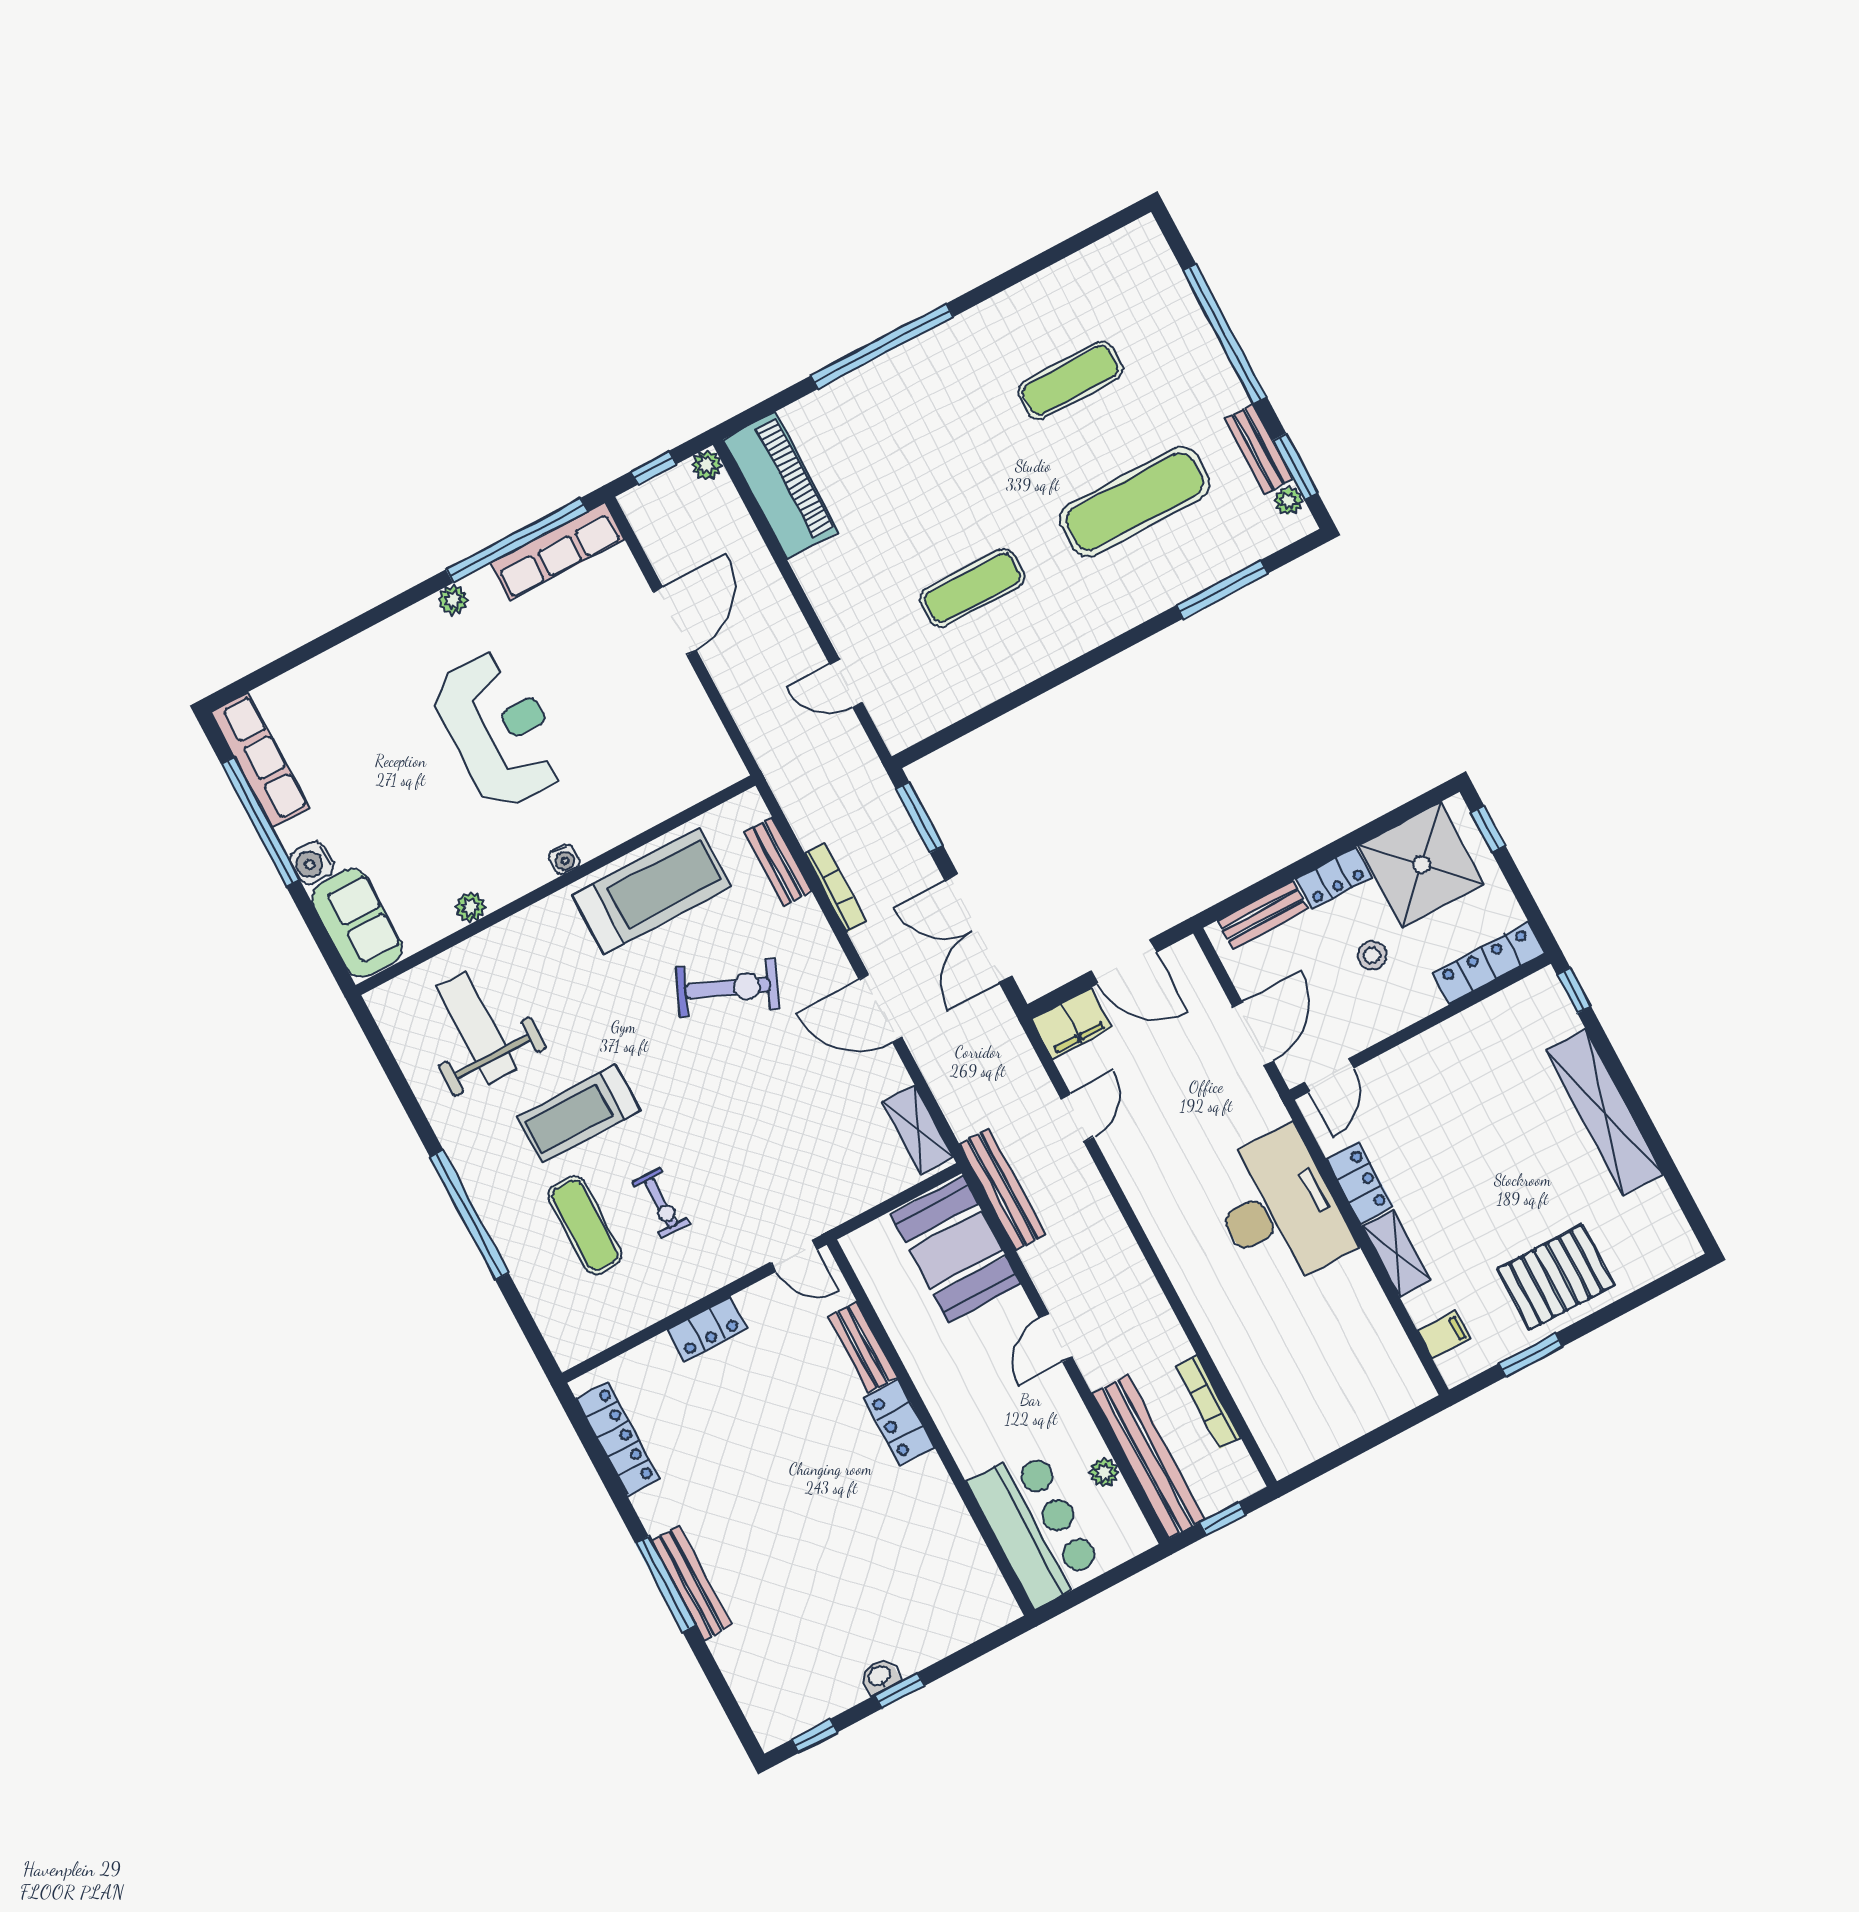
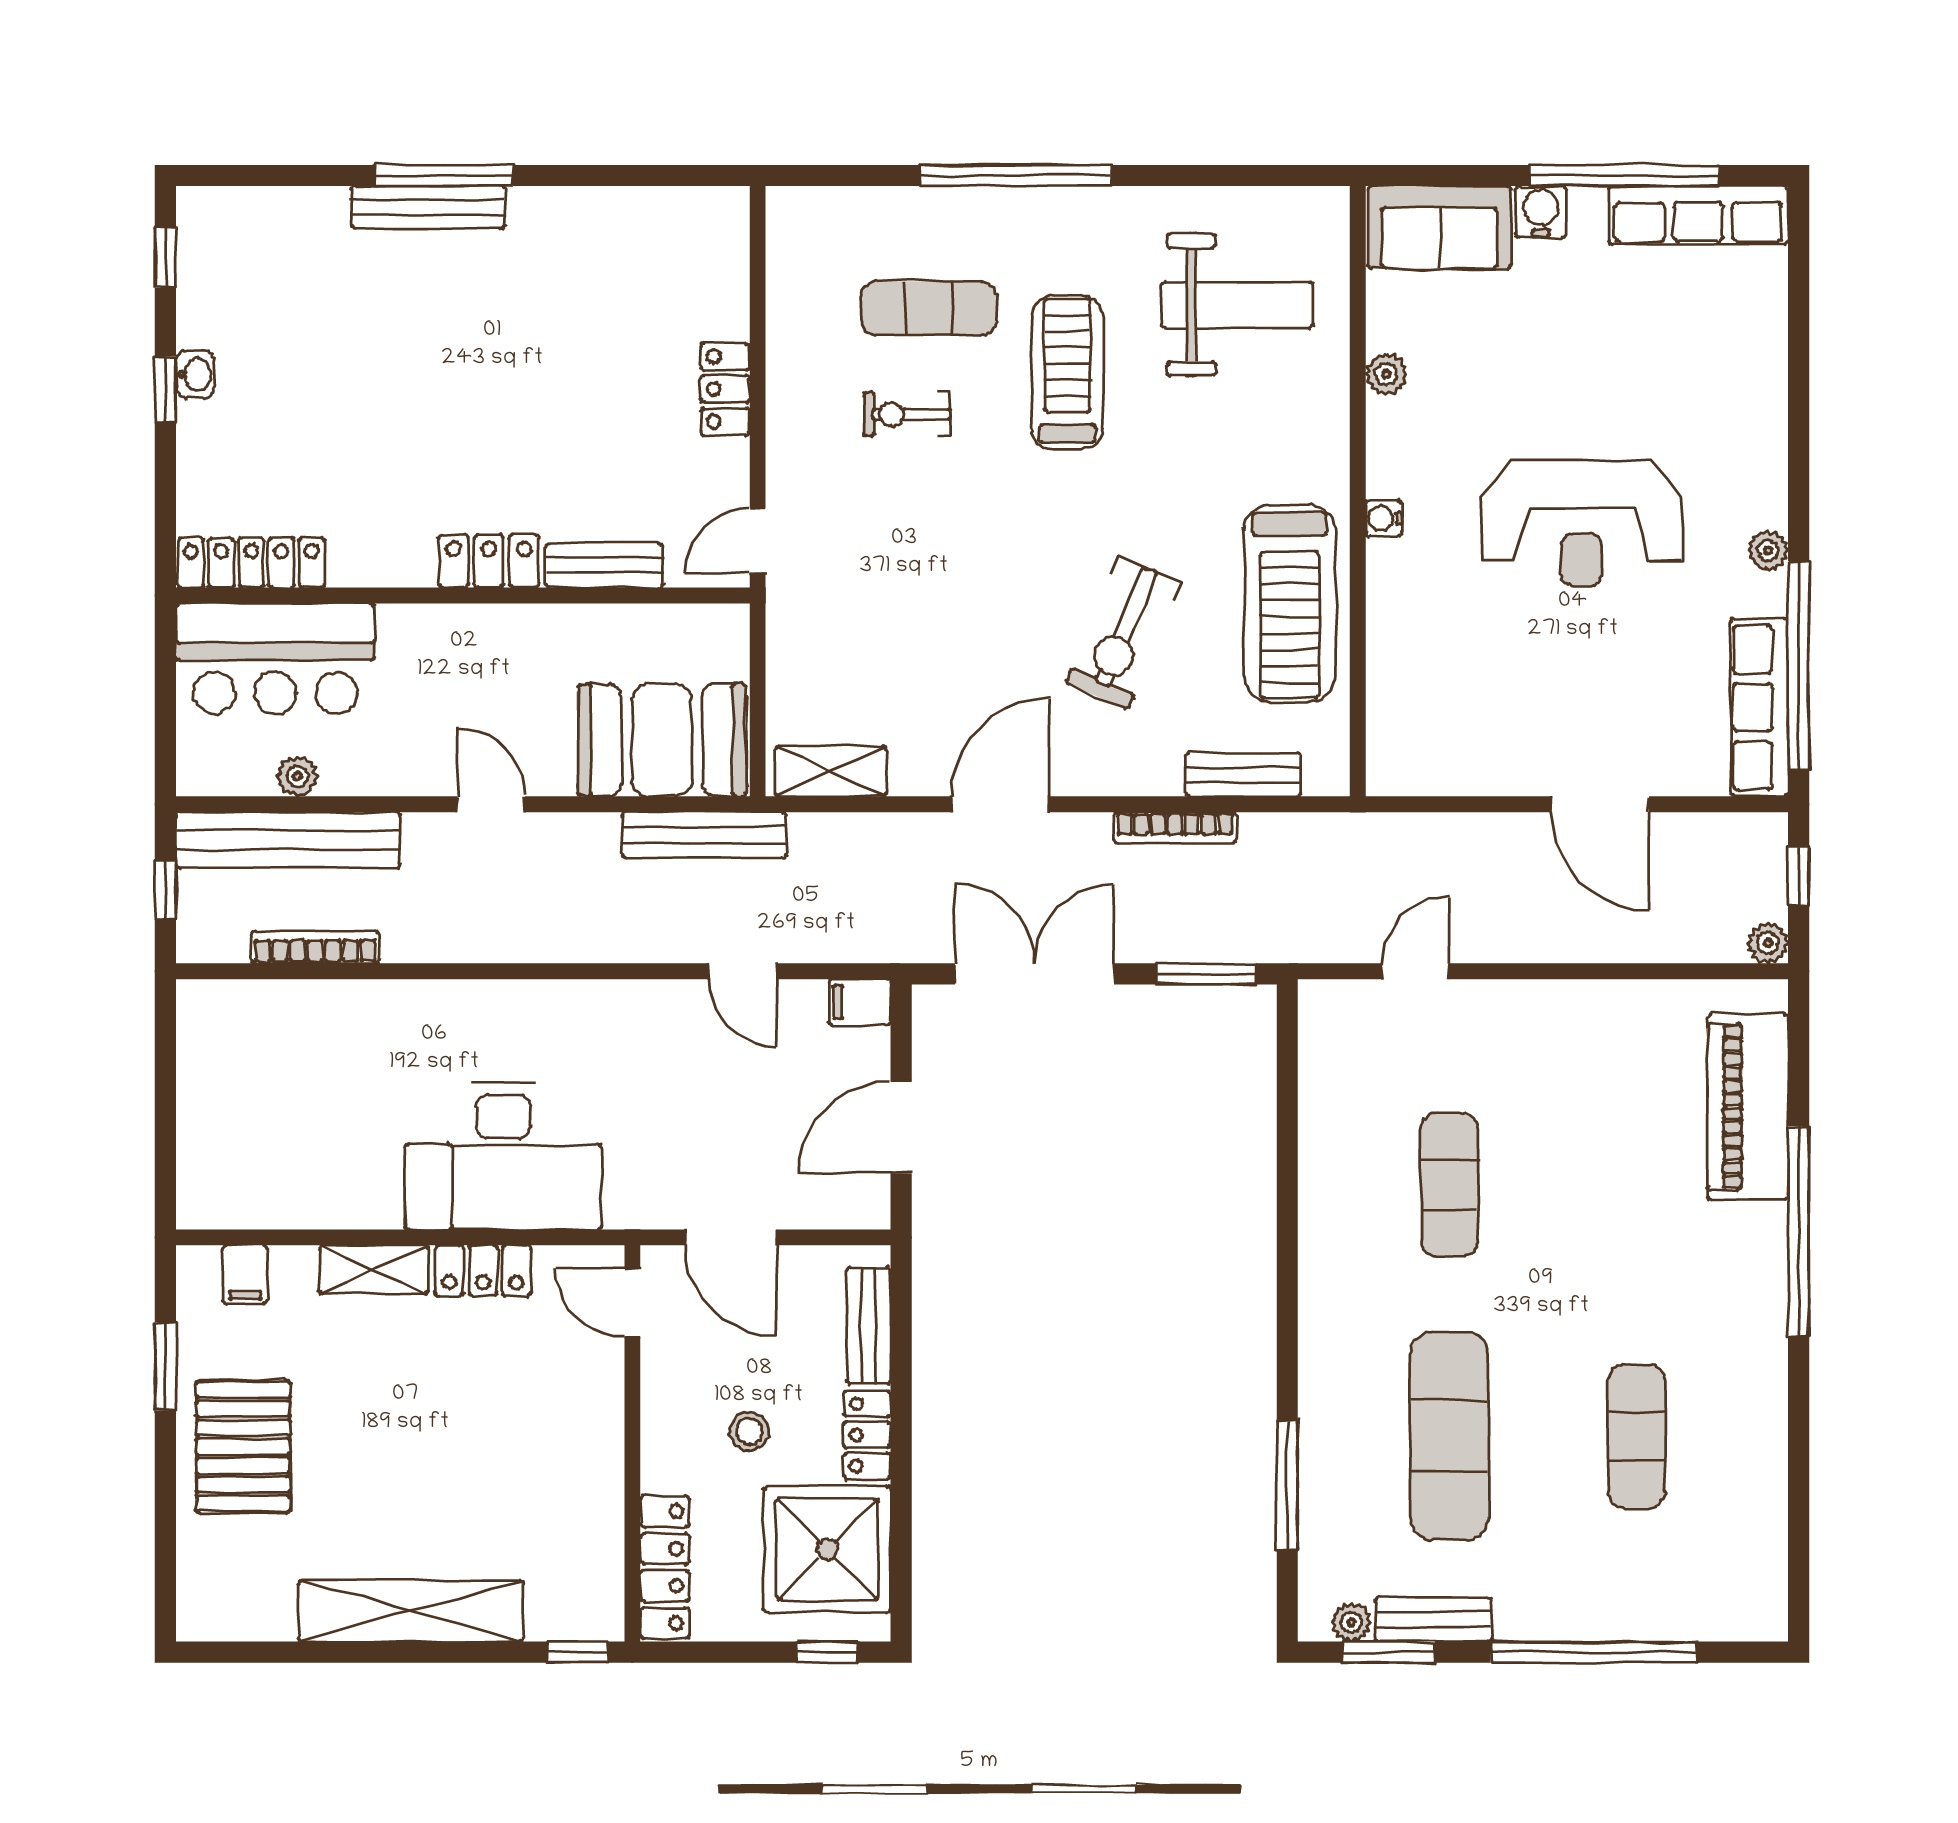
piano: (781, 486) -> (1748, 1107), moved, turned 90
filing cabinet: (1072, 1023) -> (860, 1002), width x0.50
locker: (618, 1439) -> (251, 563), moved, turned 180

